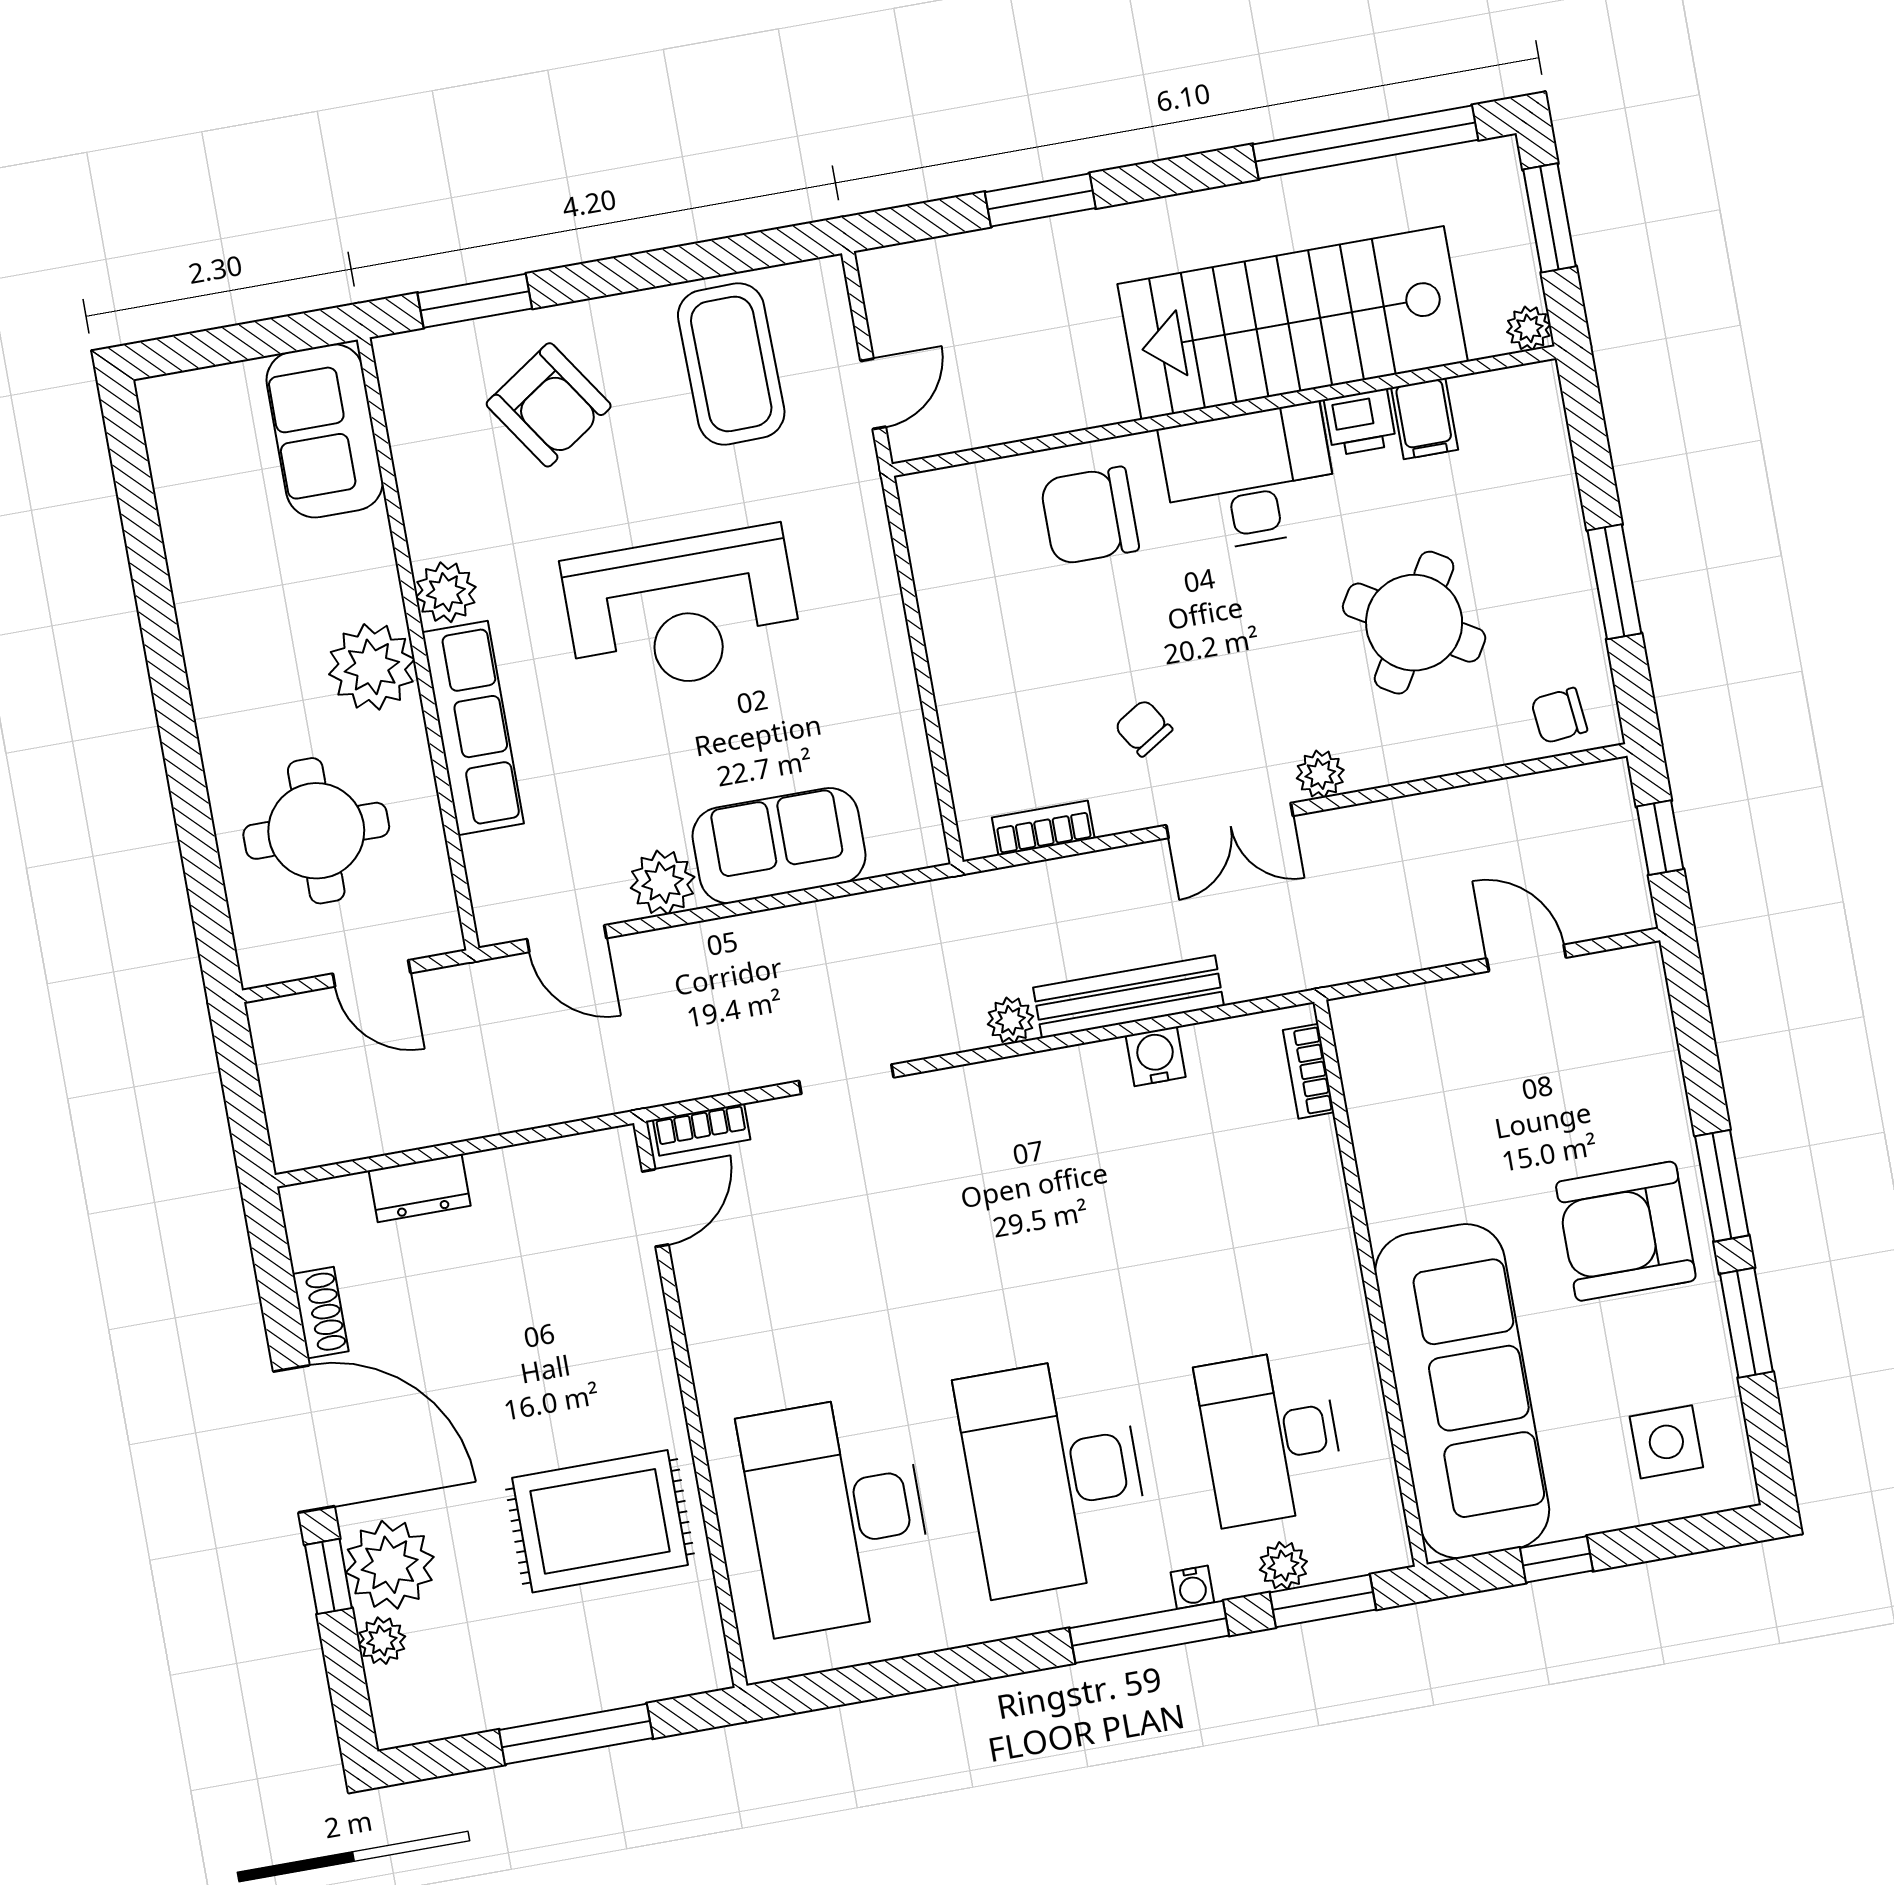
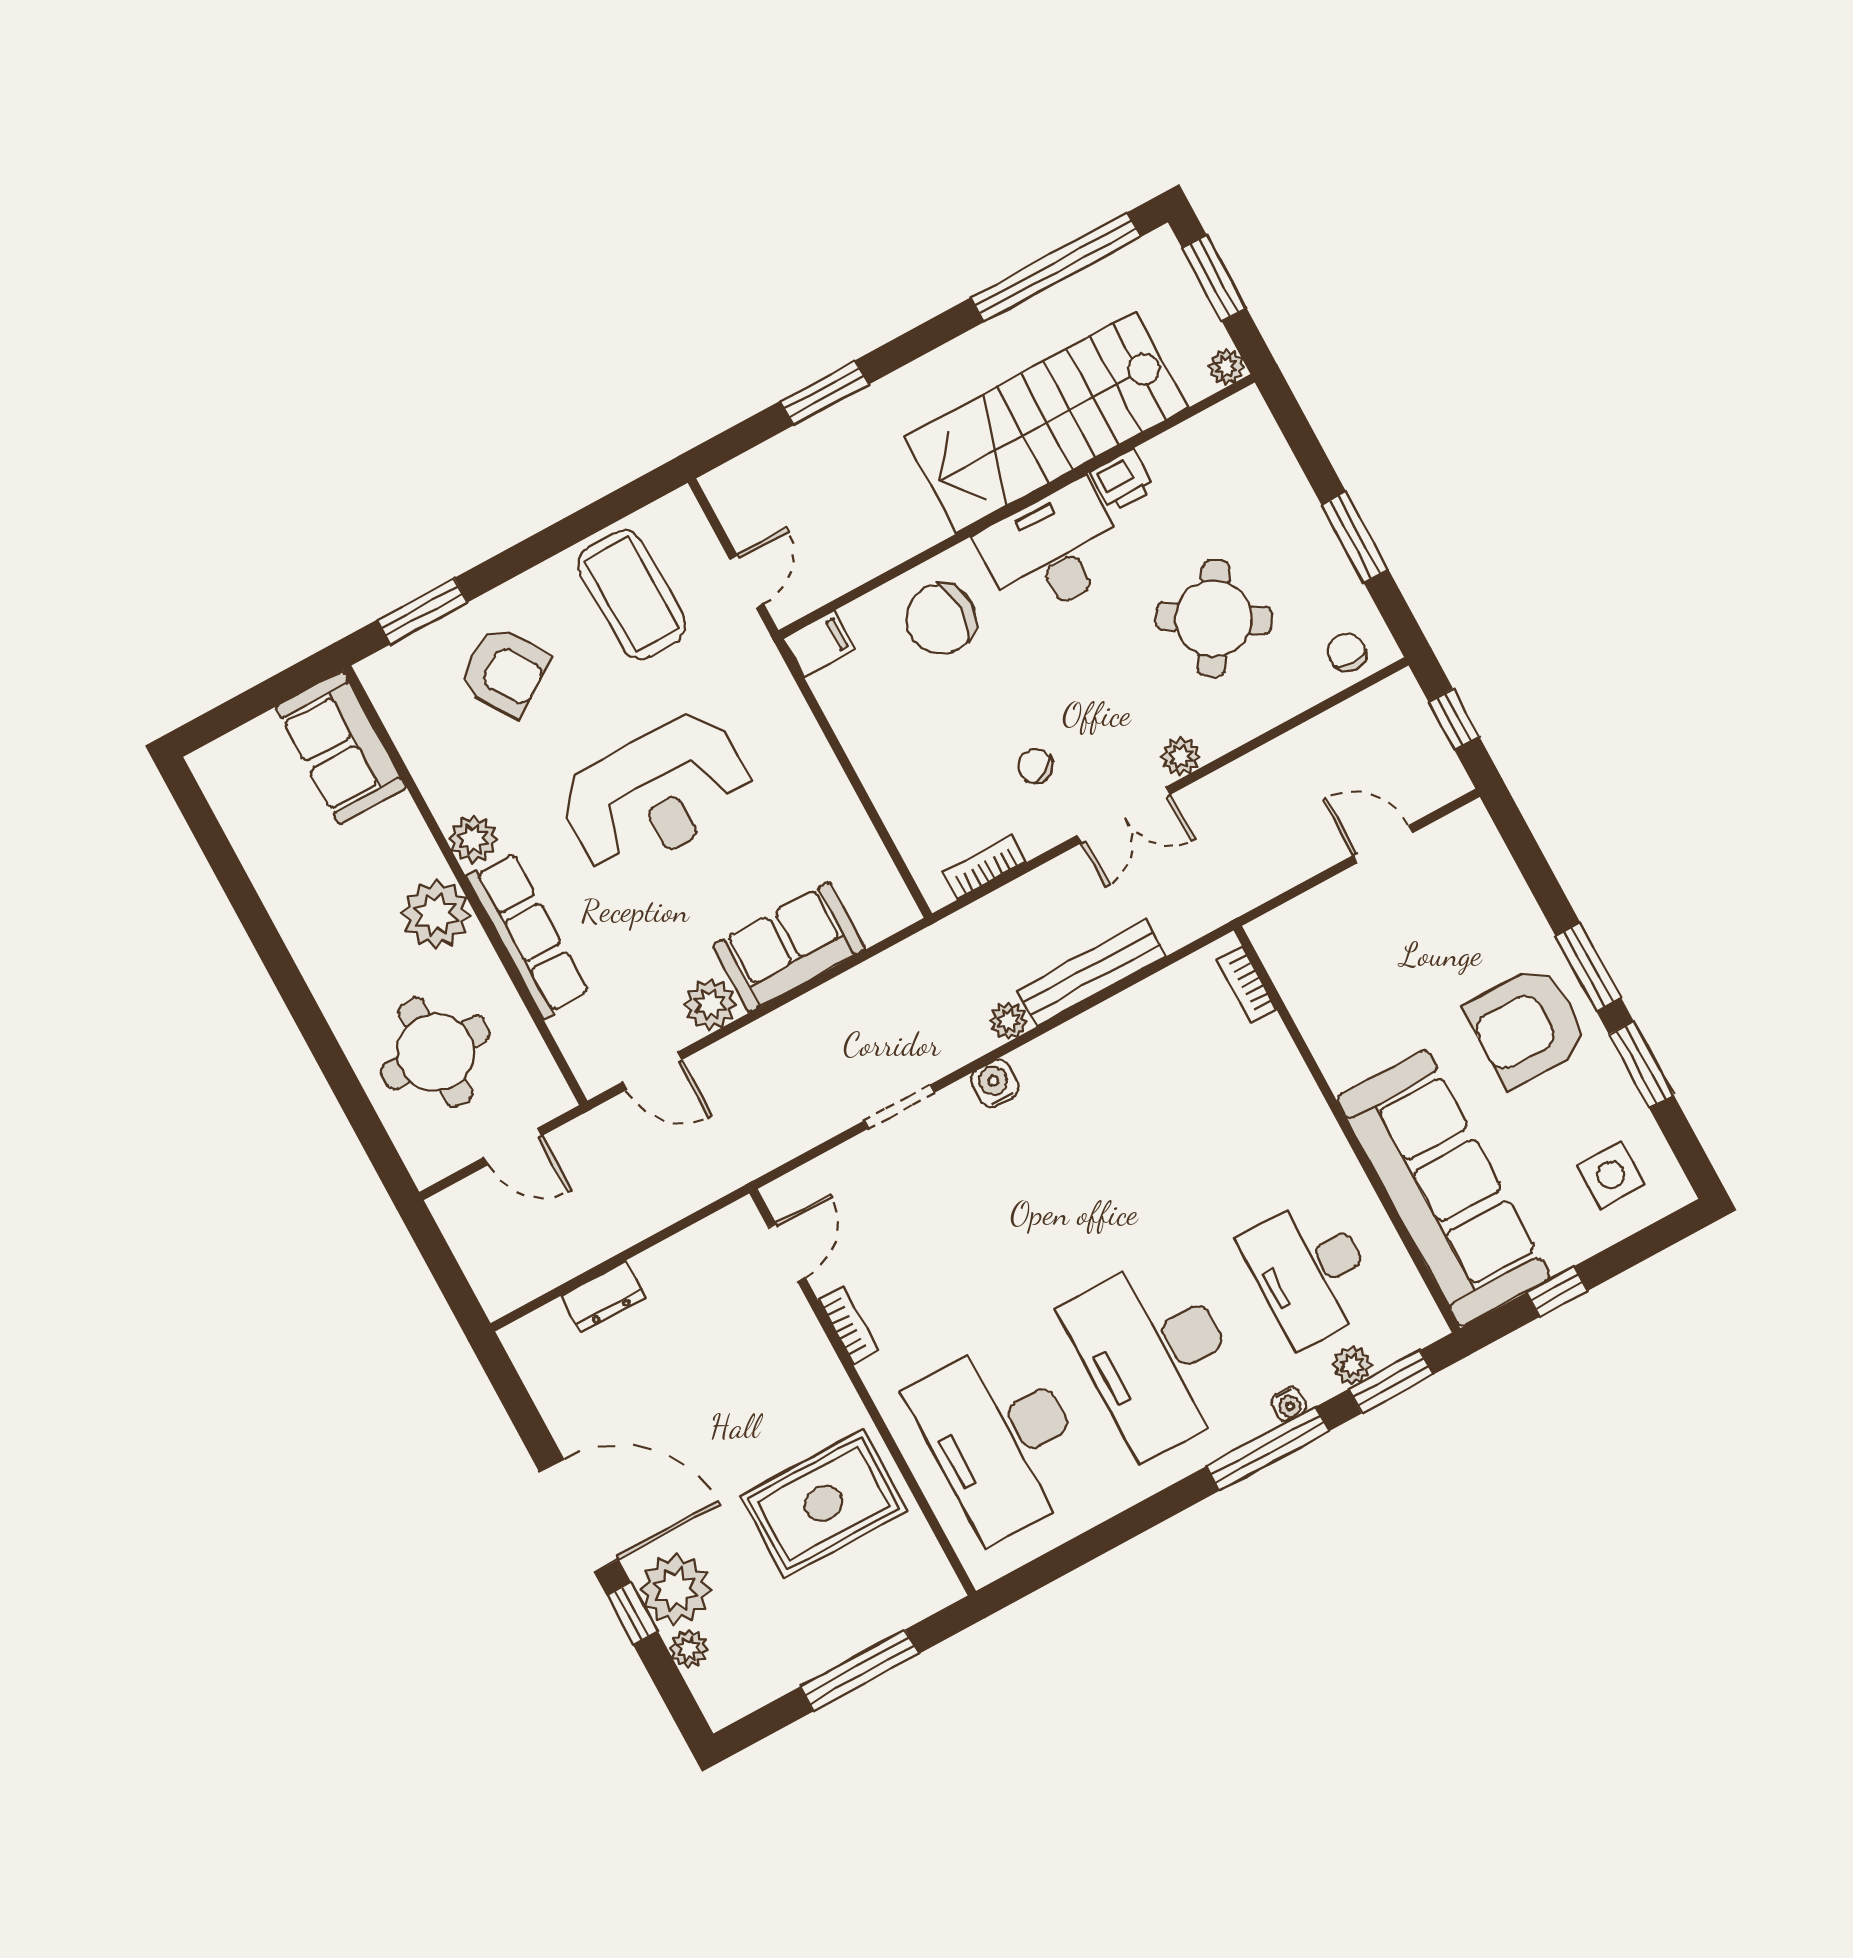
filing cabinet: (1425, 419) -> (819, 644), moved, turned -90
chair: (1559, 716) -> (1347, 652), turned 96
water cooler: (1156, 1056) -> (995, 1084), moved
bookcase: (702, 1130) -> (848, 1325), moved, turned -90
shoe rack: (320, 1313) -> (560, 1416), removed

